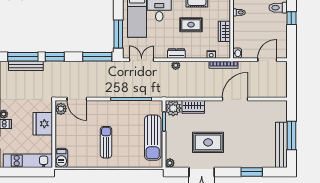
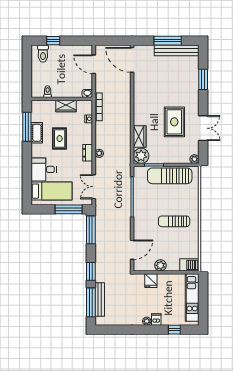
door: (235, 99) -> (132, 60), moved
plant: (61, 109) -> (160, 265), moved
fridge: (43, 124) -> (151, 281), width x0.53, depth x0.75
sun lounger: (153, 138) -> (170, 176), turned 180

